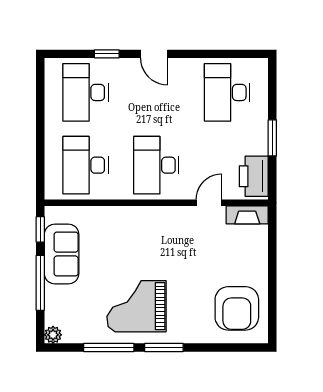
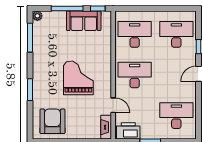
grand piano: (136, 306) -> (78, 78), moved
armchair: (237, 308) -> (52, 121), turned 90
window: (109, 348) -> (30, 38), moved
window: (164, 348) -> (30, 90), moved

